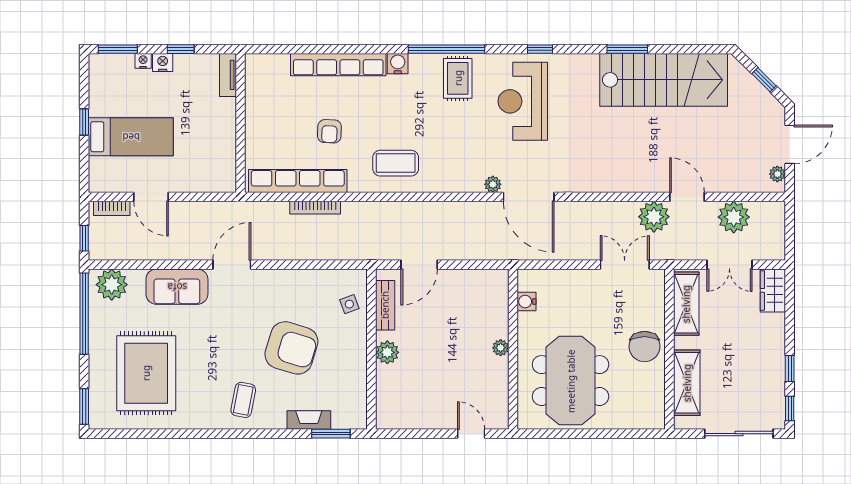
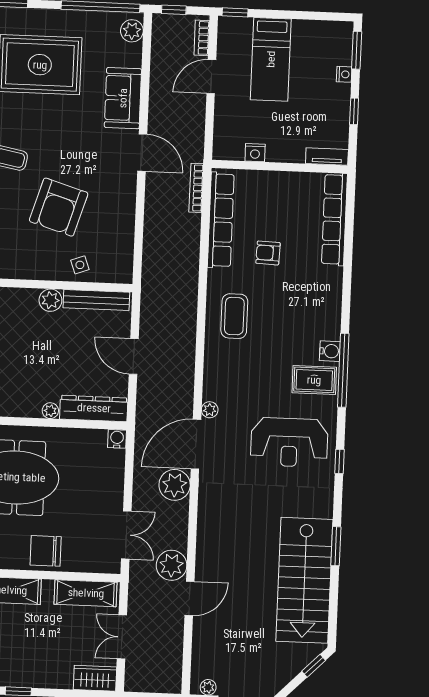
nightstand: (163, 62) -> (255, 153), moved, turned 90
water cooler: (398, 64) -> (330, 351), moved
row of seats: (338, 65) -> (334, 219), moved
window: (764, 80) -> (314, 666), moved
reception desk: (523, 101) -> (289, 442), turned 180
window: (84, 122) -> (235, 12), moved
bookcase: (315, 208) -> (196, 188), moved
plant: (734, 217) -> (175, 485), moved
door: (419, 265) -> (134, 356), moved
plant: (112, 285) -> (132, 31), width x0.73, depth x0.73
water cooler: (527, 302) -> (117, 439), moved
dresser: (496, 303) -> (94, 408), added
side table: (349, 304) -> (80, 265), moved
bench: (385, 305) -> (96, 300), width x1.36

